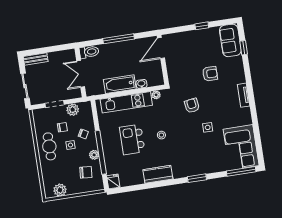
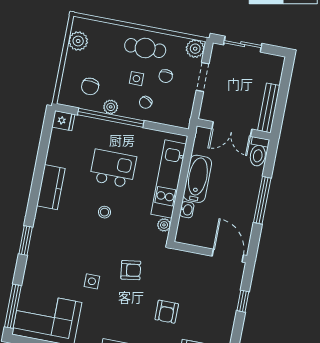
window: (202, 26) -> (243, 301), moved
bench: (36, 59) -> (269, 108), moved, width x1.36
double door: (81, 74) -> (232, 129), swing flipped
plant: (73, 110) -> (195, 49), moved

